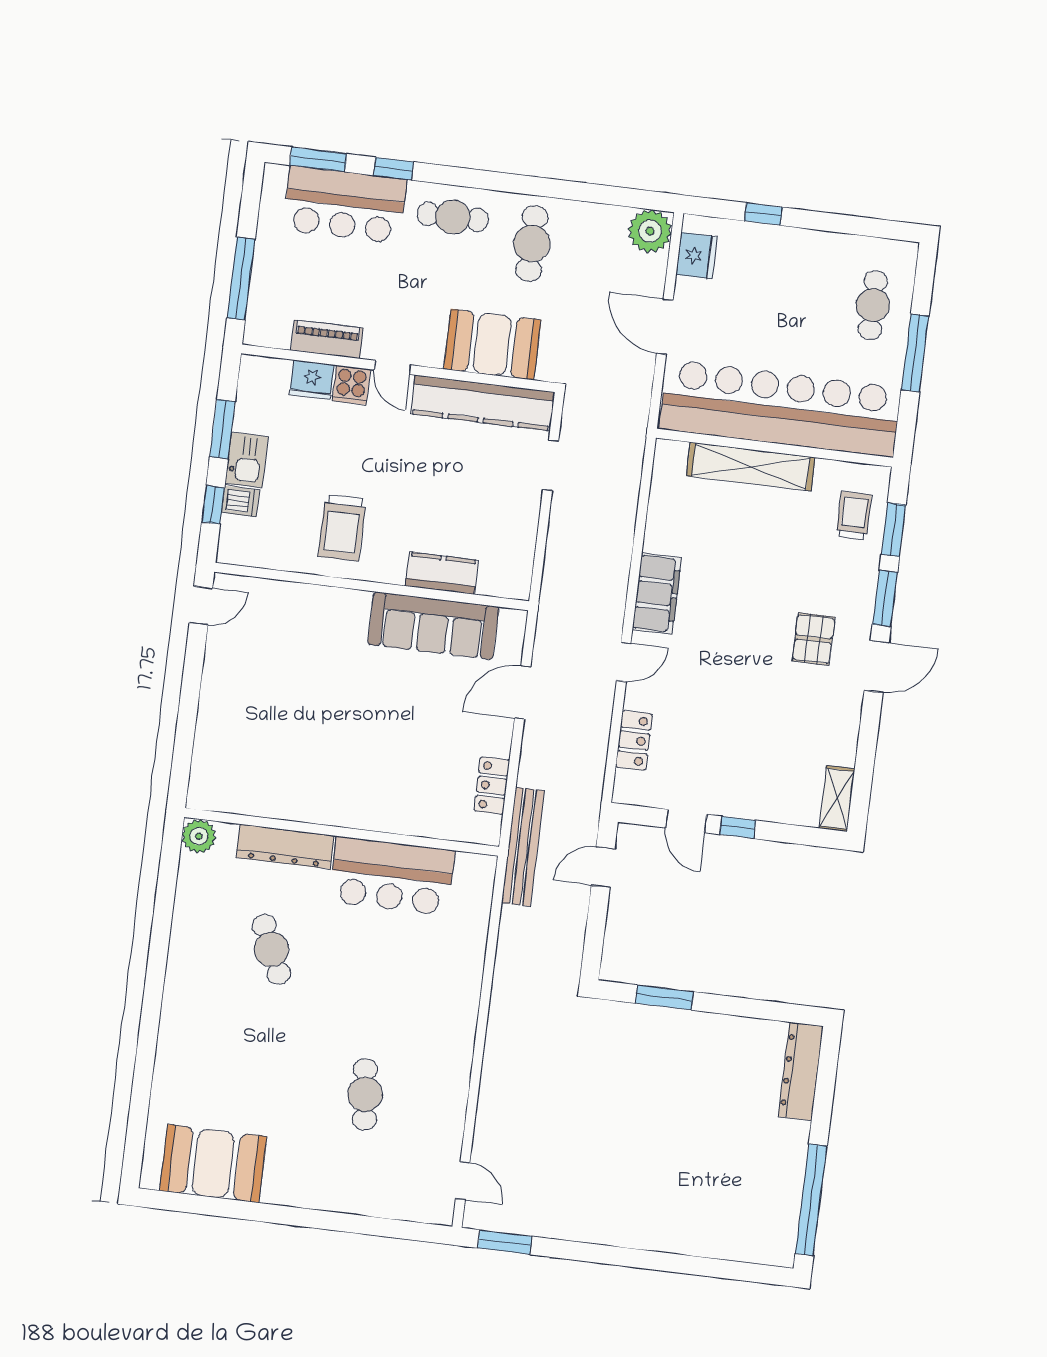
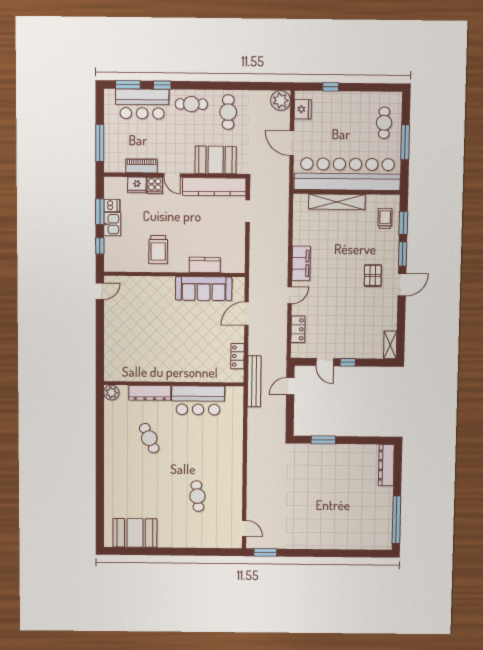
dishwasher: (240, 501) -> (112, 205), moved

